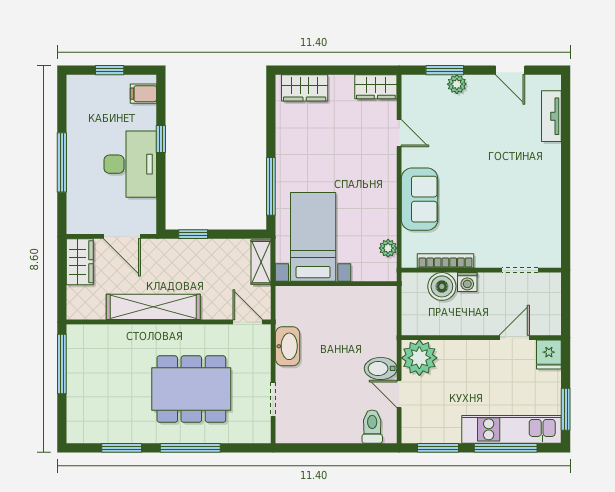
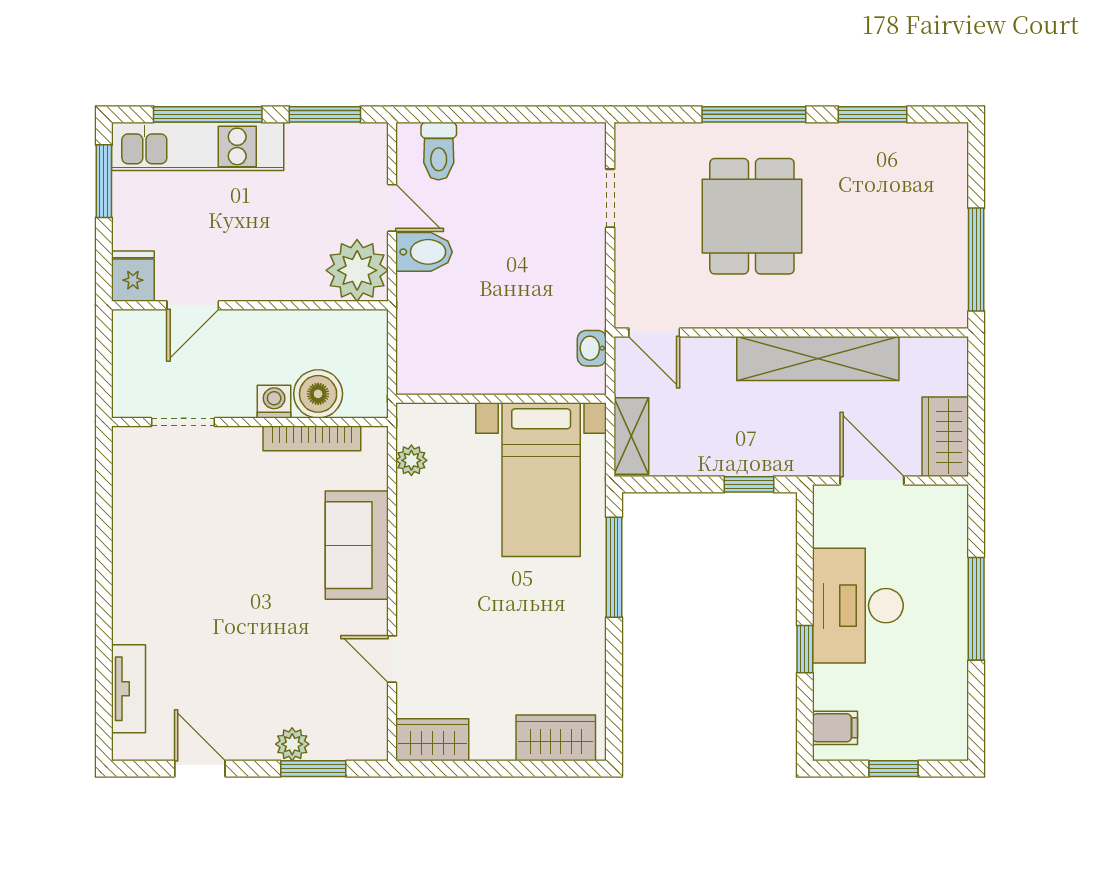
washbasin: (288, 346) -> (592, 348), moved, width x0.52, depth x0.69
dining table: (191, 389) -> (752, 216), width x0.73

